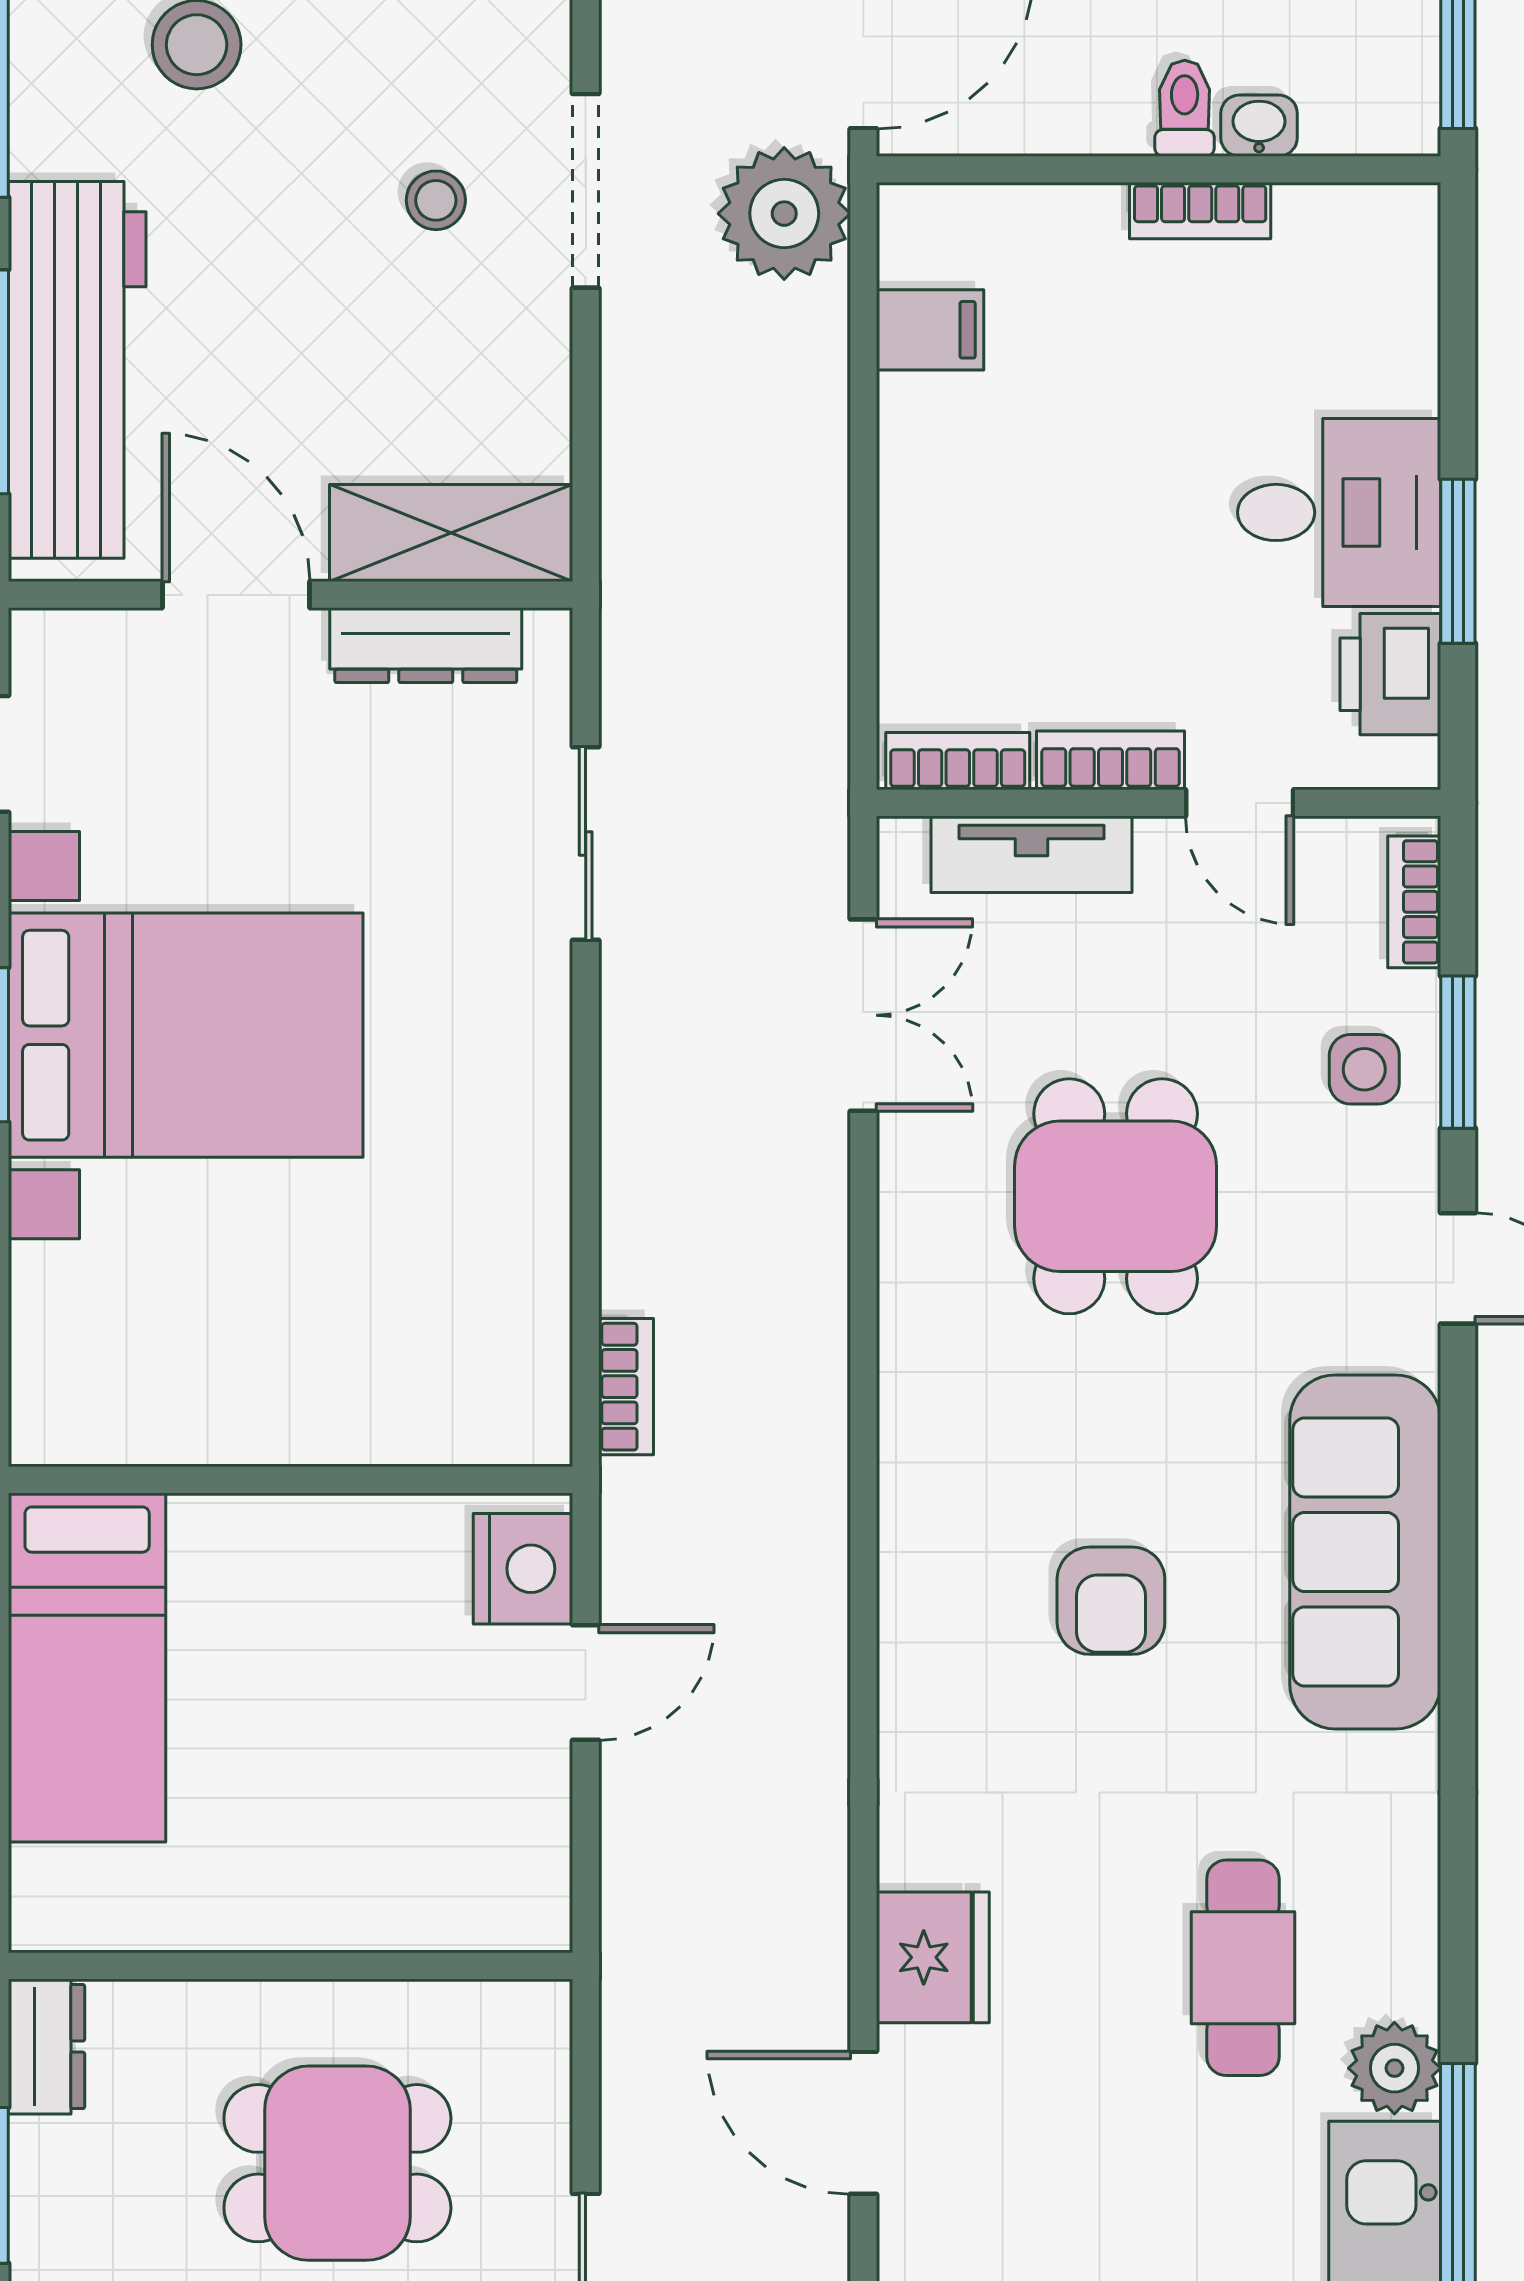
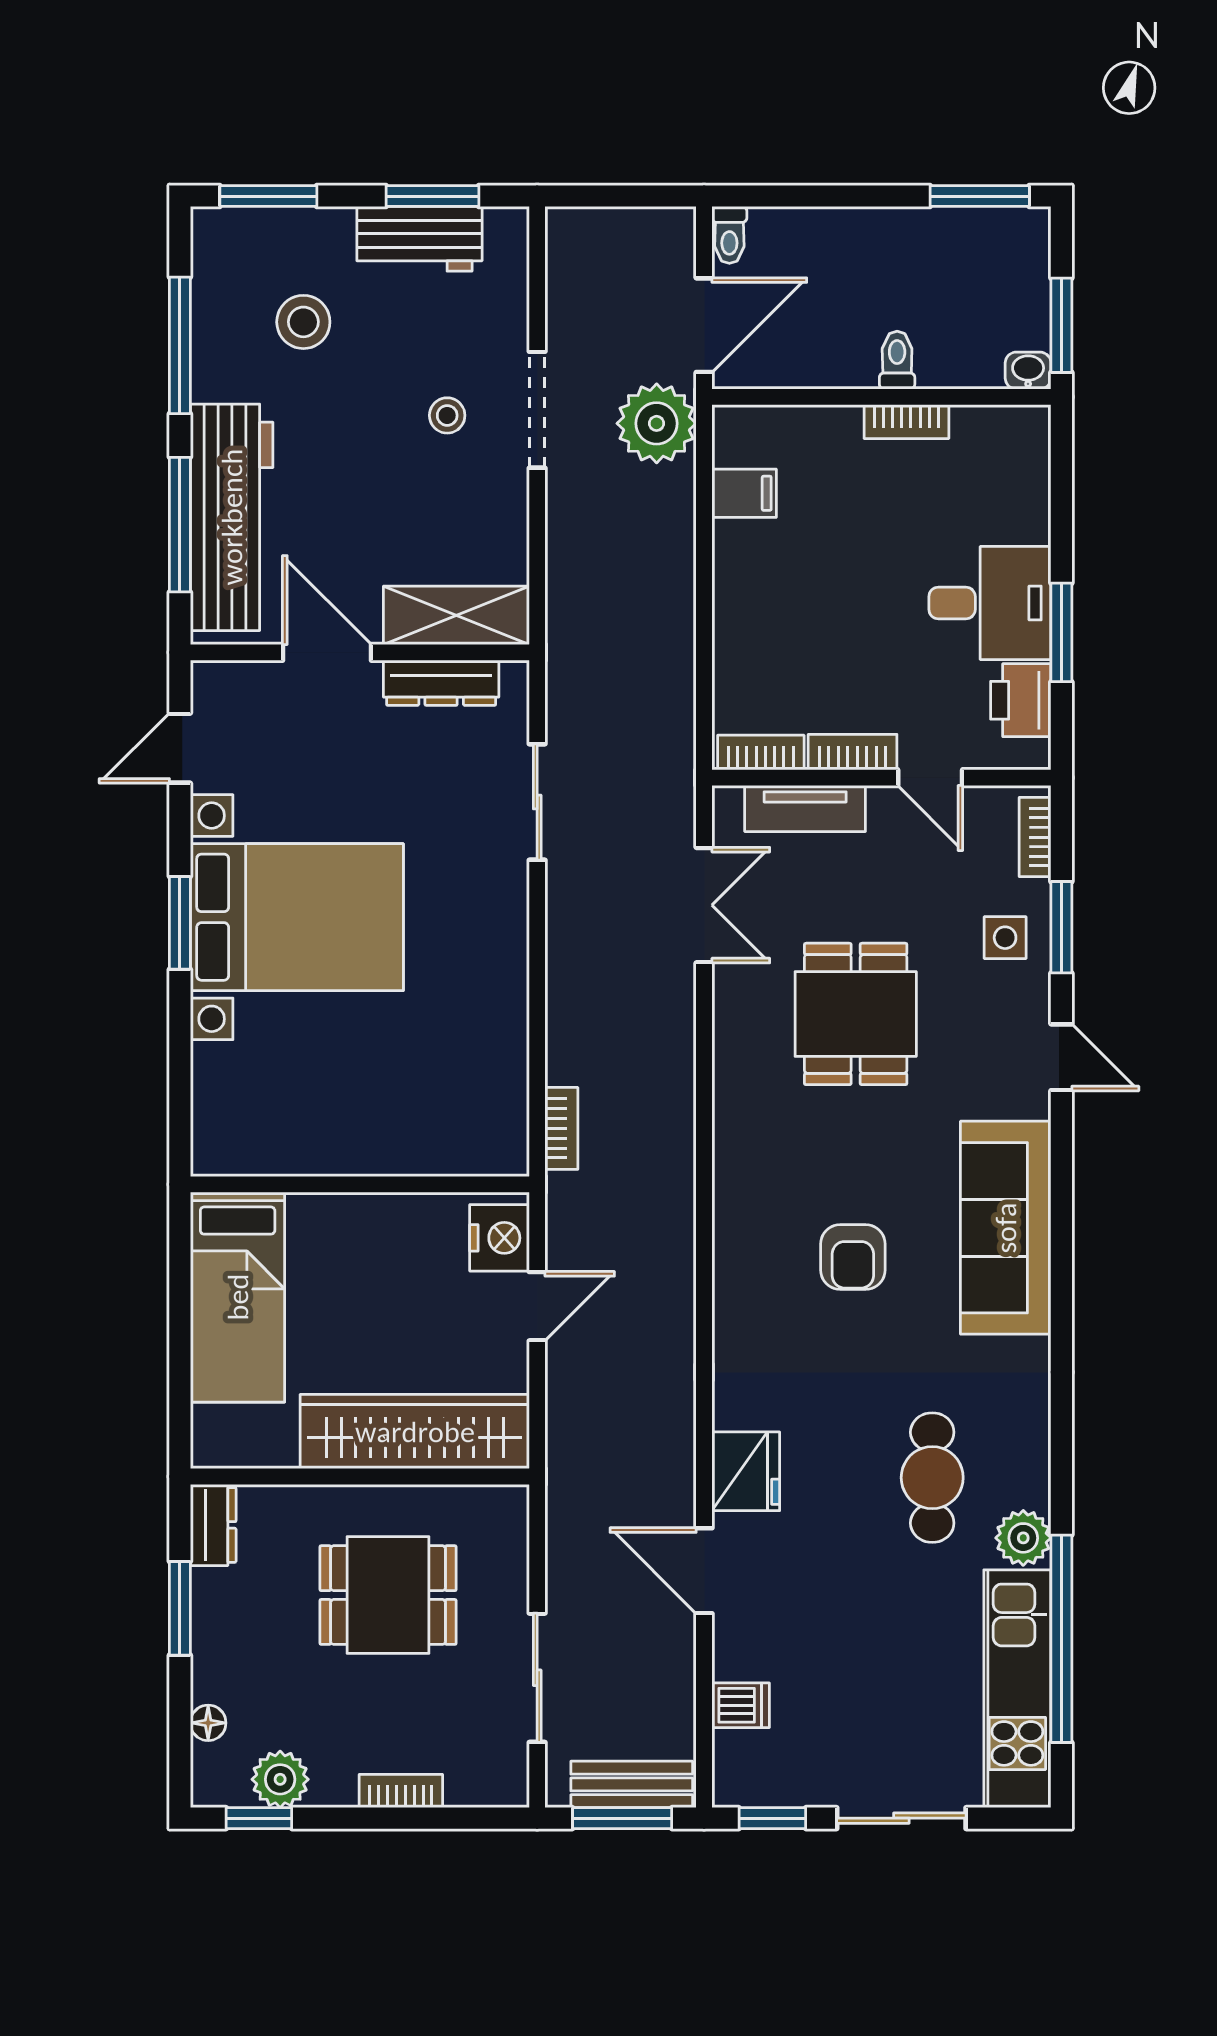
washbasin: (1259, 126) -> (1028, 371), moved
wardrobe: (382, 1891) -> (415, 1432), added

